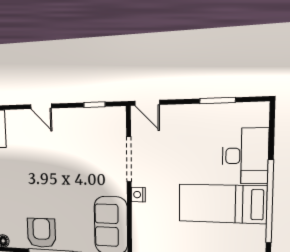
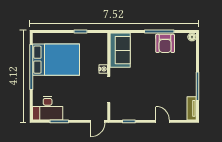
door: (147, 103) -> (98, 121), swing flipped
desk: (245, 156) -> (48, 108), moved, turned -90
bed: (222, 204) -> (56, 60), width x1.50

